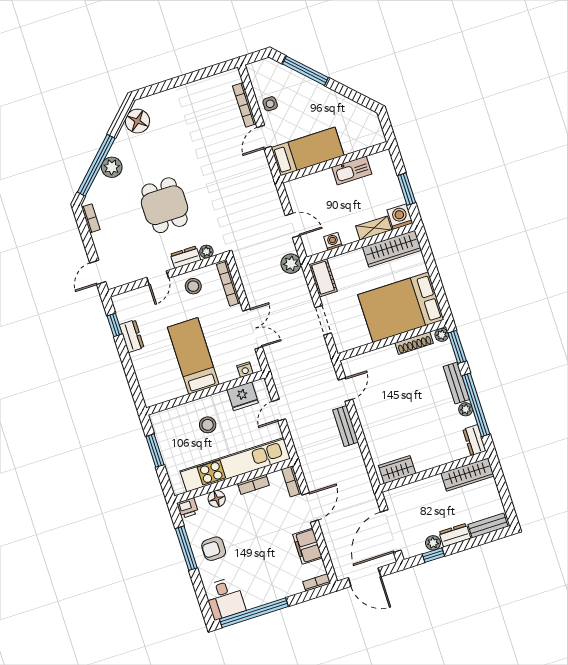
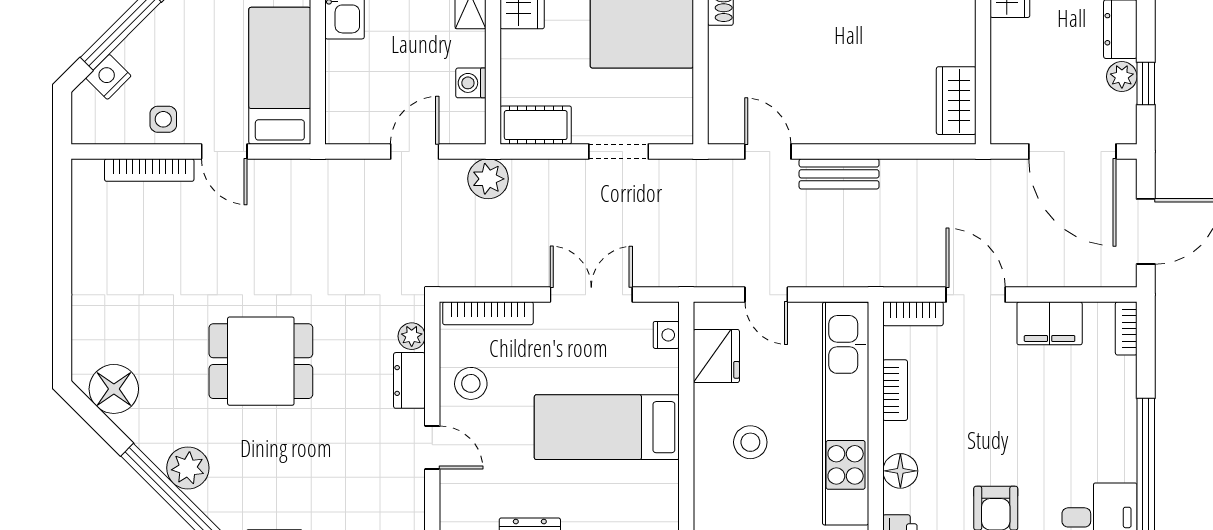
nightstand: (282, 72) -> (108, 77), added
dining table: (165, 205) -> (261, 361), moved

